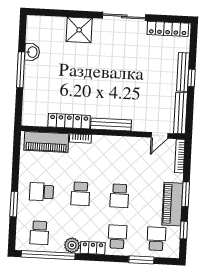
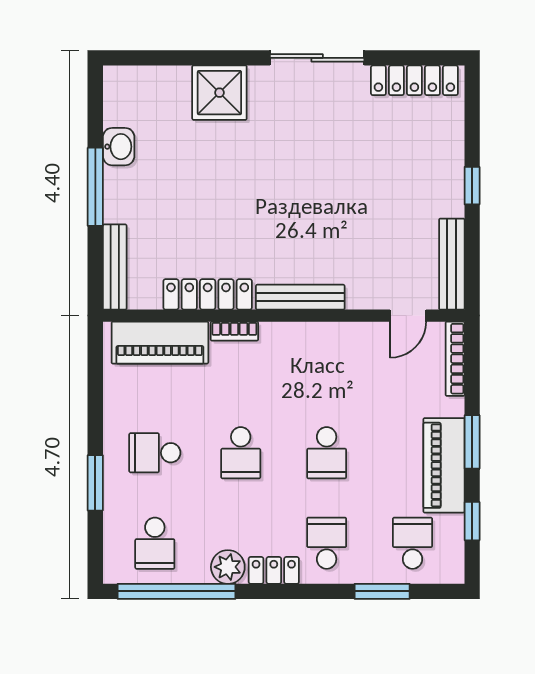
bench: (183, 72) -> (115, 267), moved

